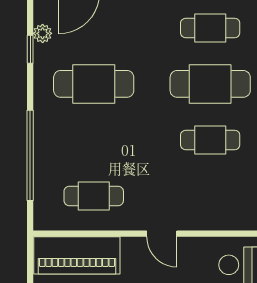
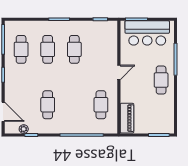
cafe table: (94, 84) -> (48, 105), width x0.73, depth x0.74
cafe table: (210, 84) -> (48, 49), width x0.73, depth x0.74
piano: (77, 255) -> (127, 118), width x0.73, depth x0.75

